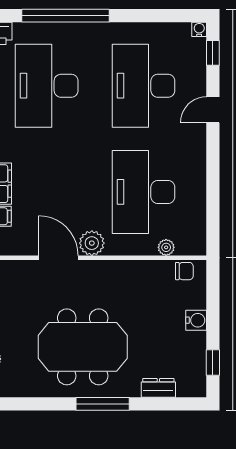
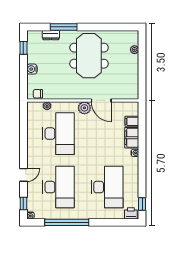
window: (66, 16) -> (67, 222), moved
meeting table: (83, 347) -> (89, 56), turned 90
window: (103, 404) -> (64, 27), moved

